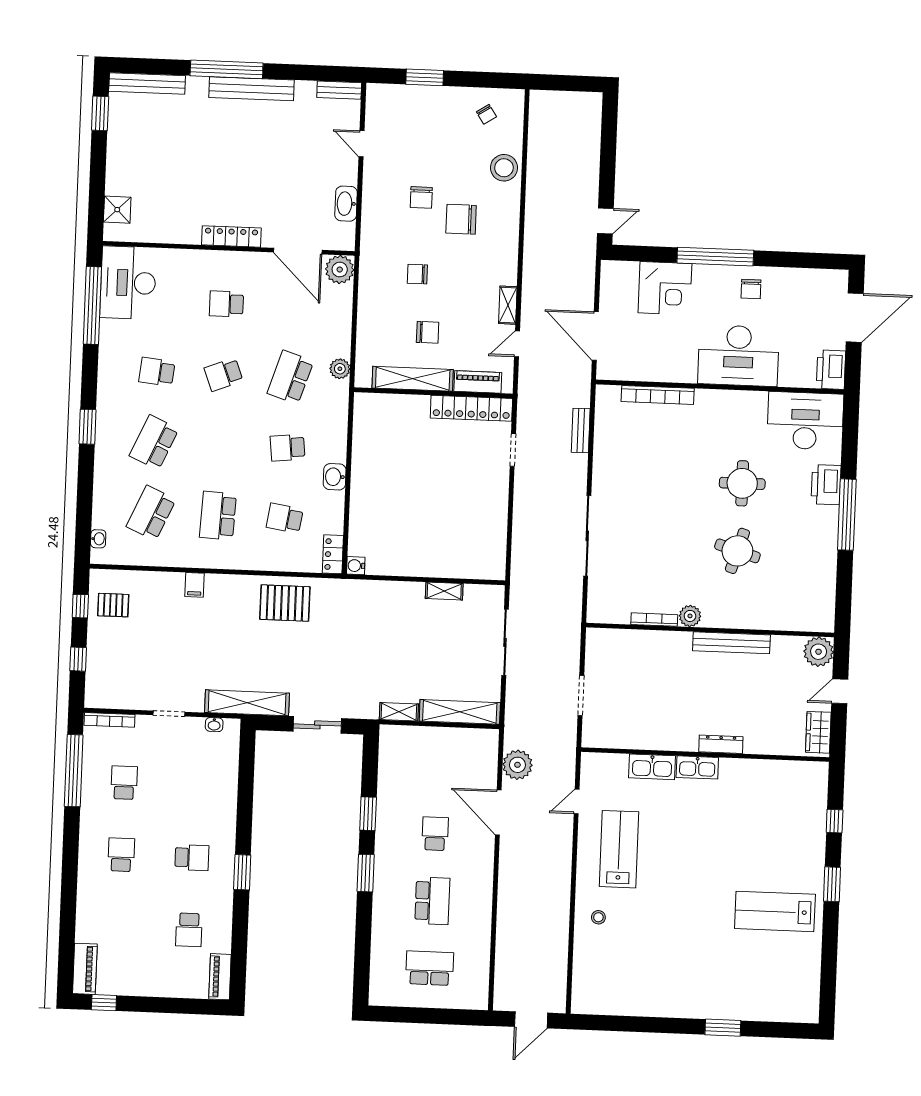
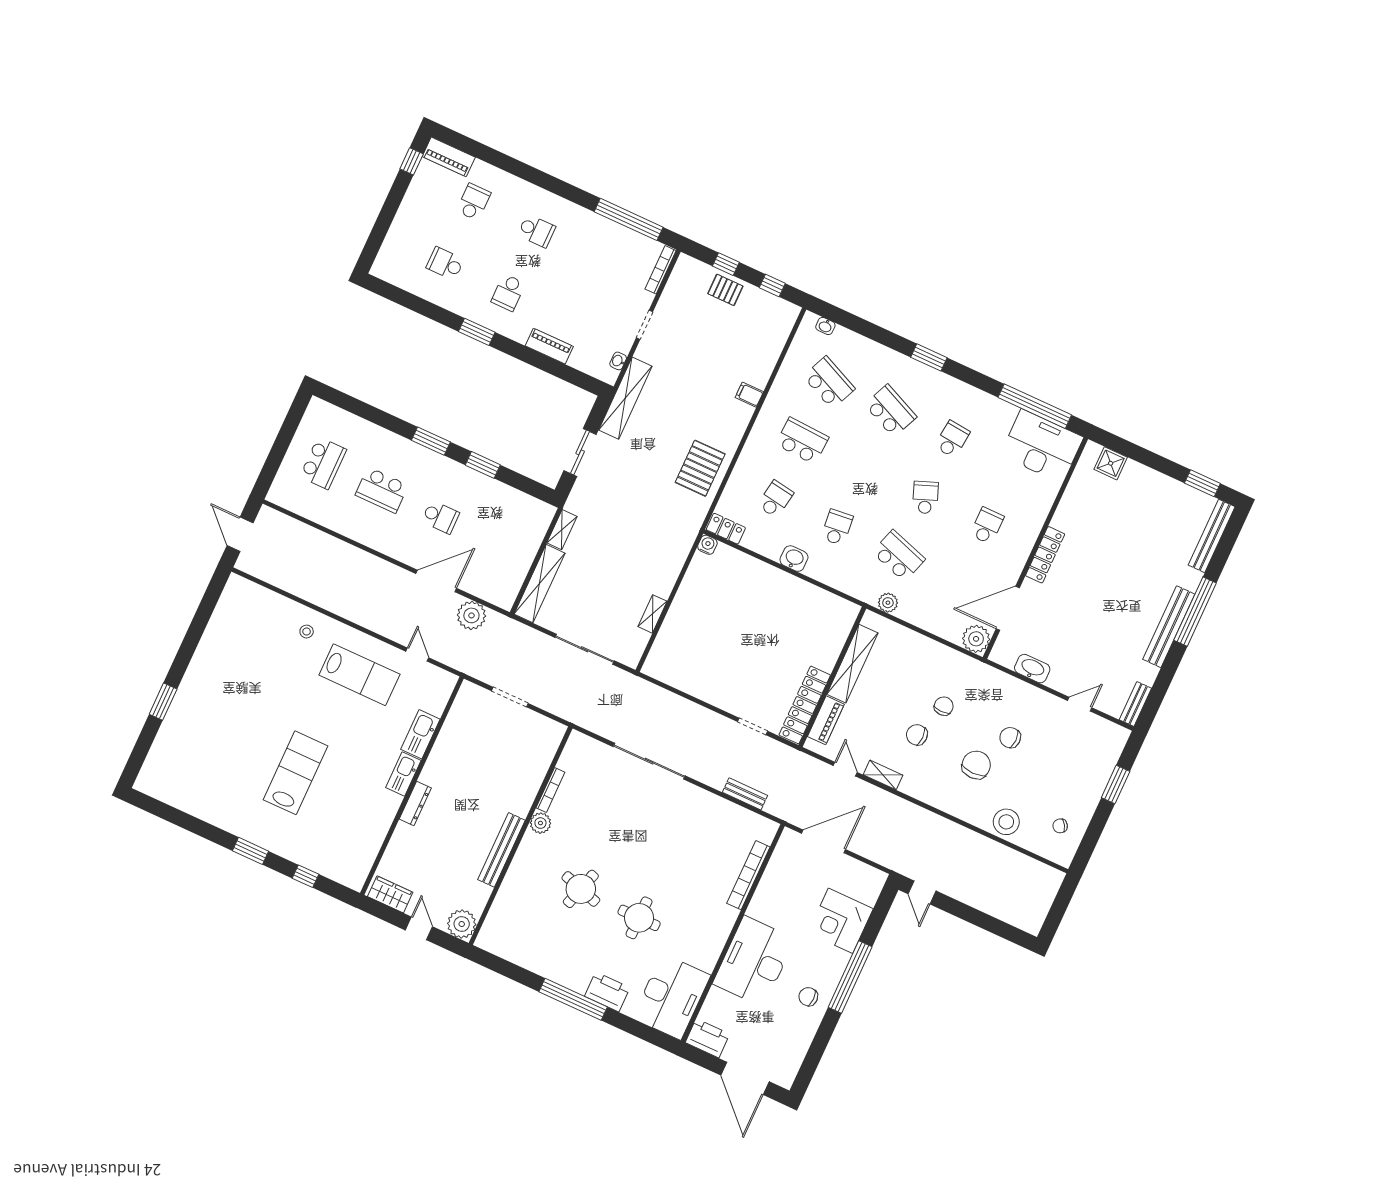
chair: (428, 332) -> (917, 735), moved, turned 90
pallet: (113, 605) -> (725, 290), moved, turned 90
school desk: (124, 783) -> (474, 202), moved, turned -90
lab bench: (775, 911) -> (295, 773), moved
piano: (220, 977) -> (549, 346), moved

